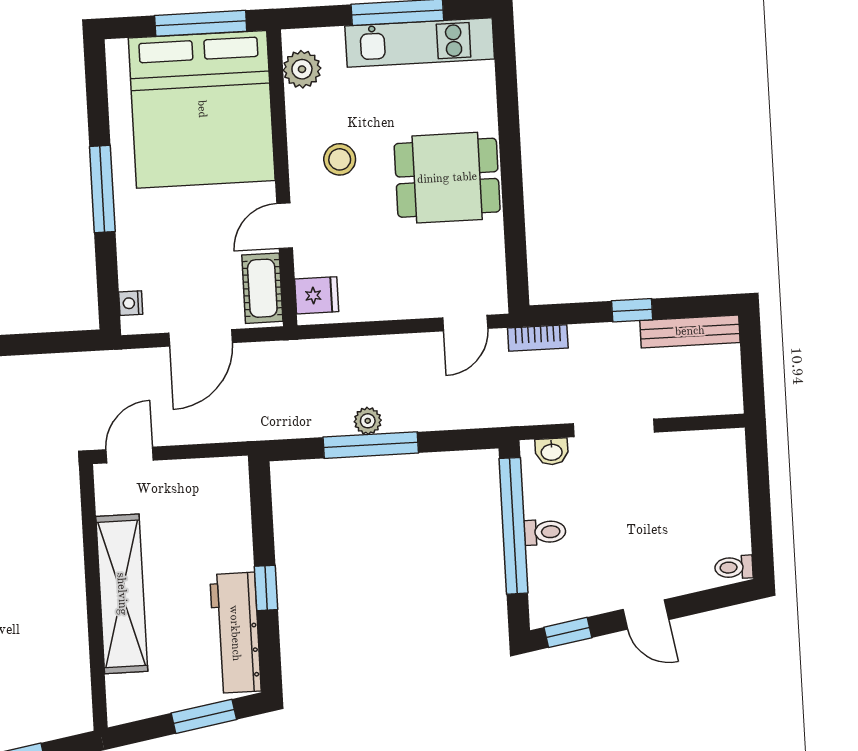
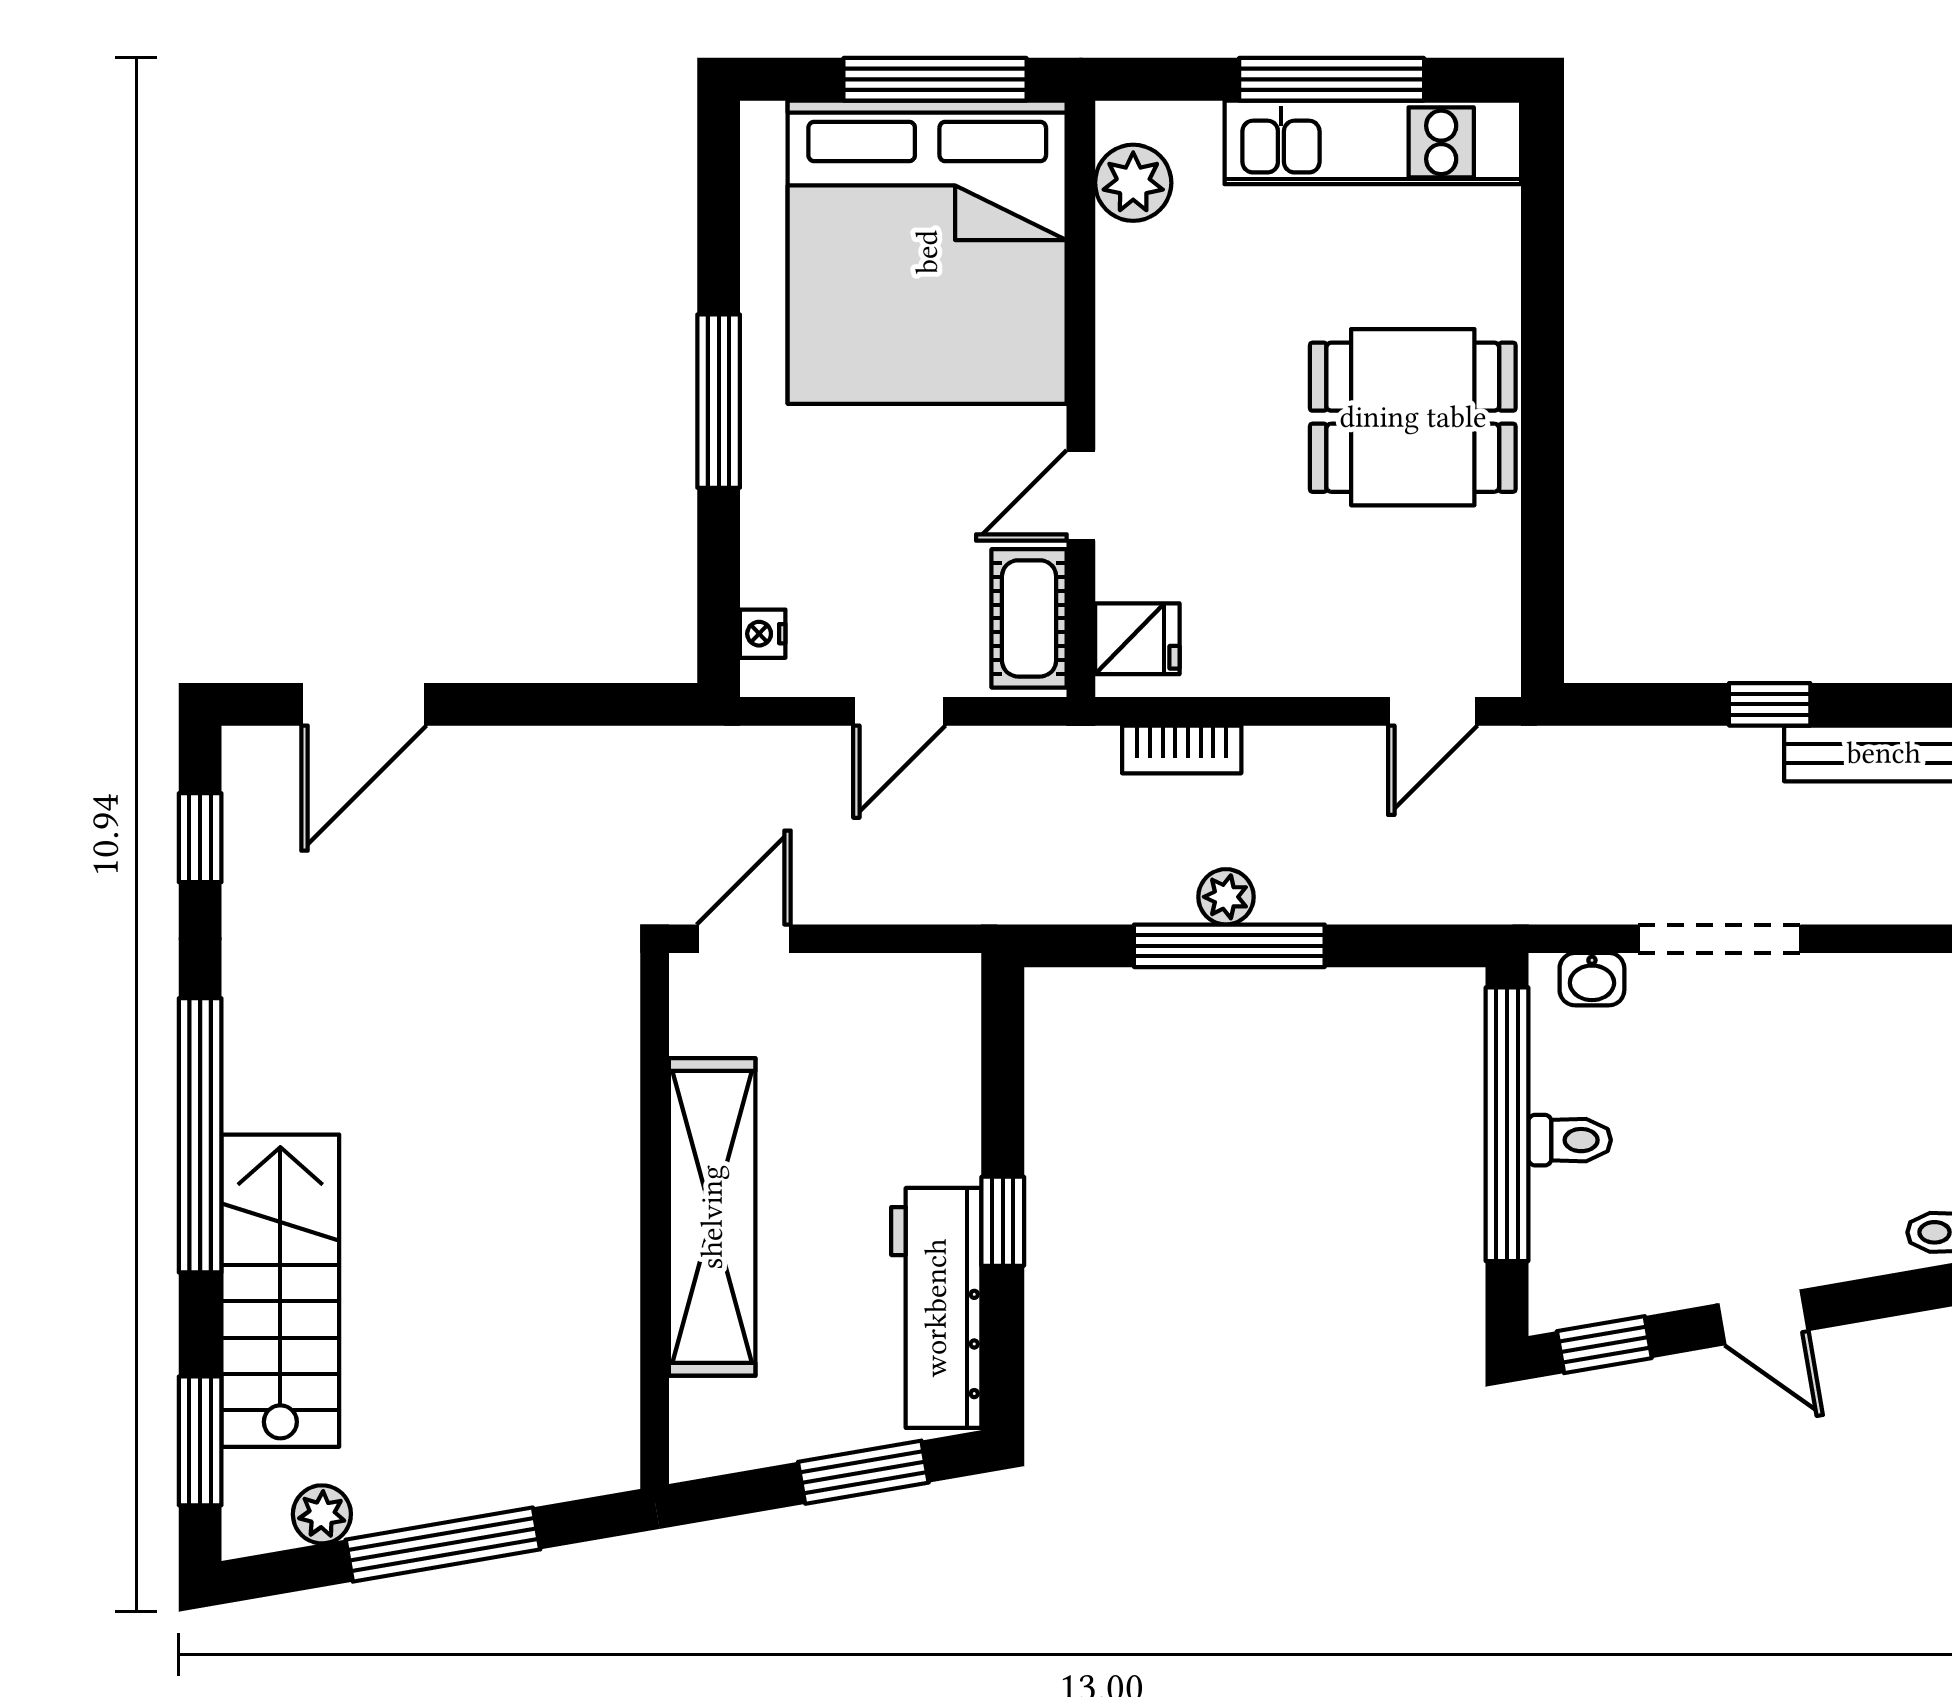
stool: (340, 159) -> (1199, 368), removed
door: (201, 338) -> (899, 711), width x0.73
bookcase: (538, 338) -> (1182, 749), moved

